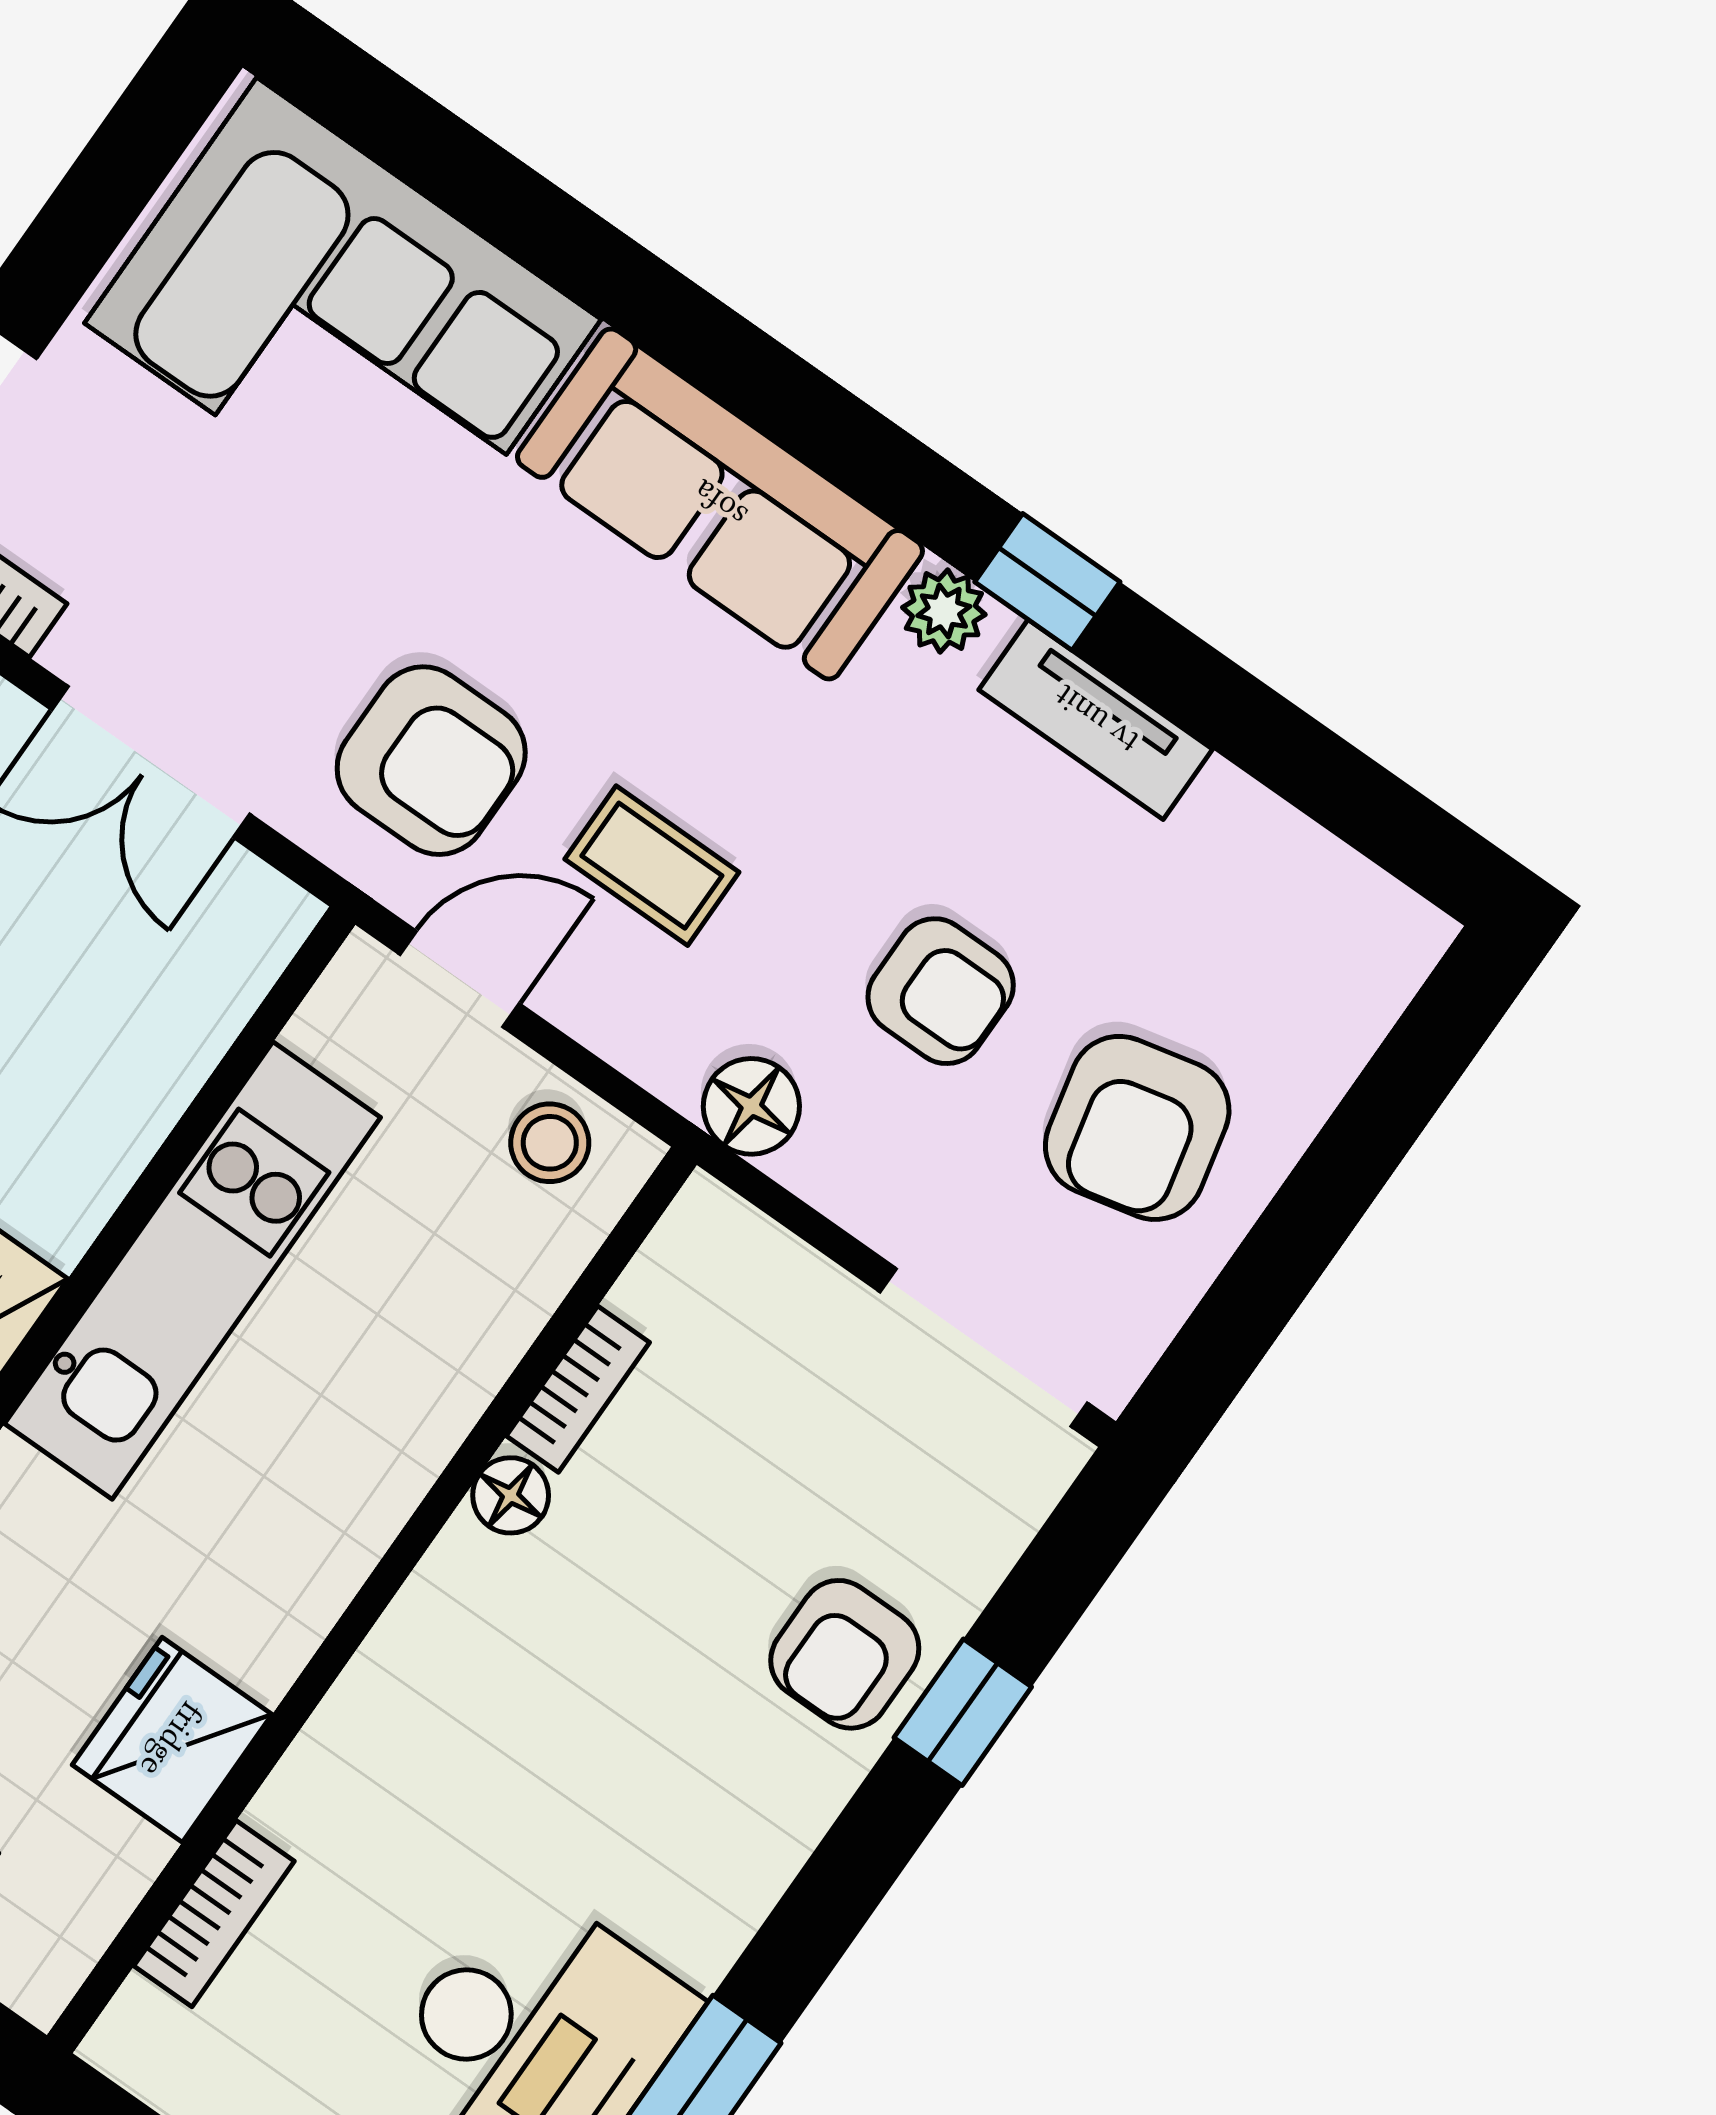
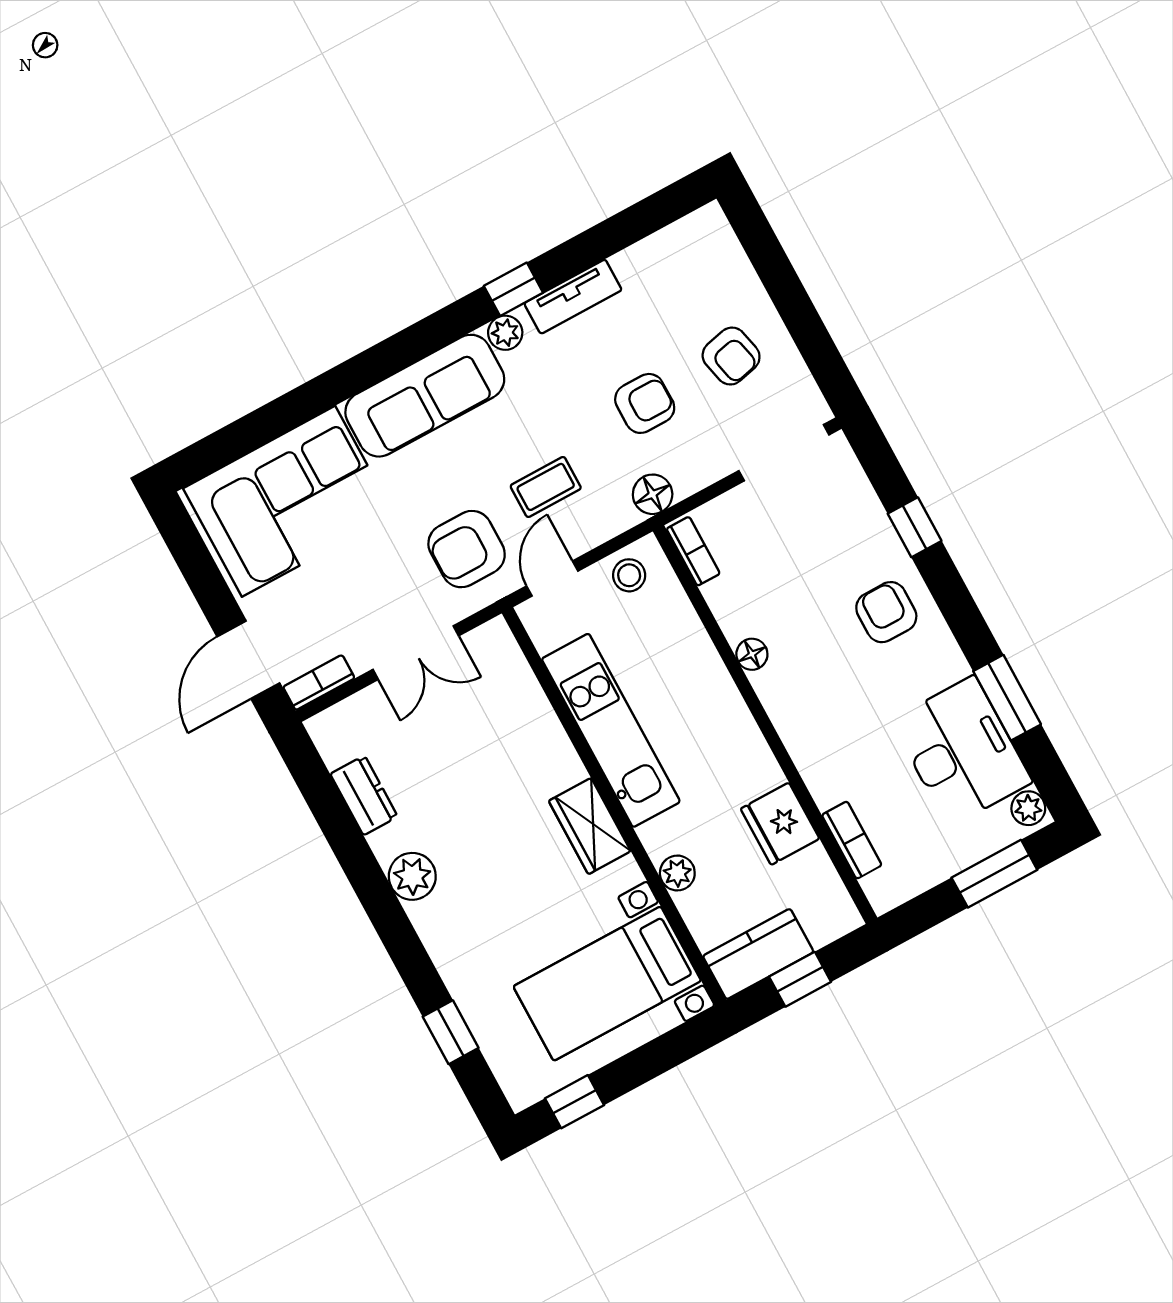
armchair: (431, 761) -> (467, 549), turned 180
armchair: (1137, 1128) -> (731, 356), width x0.72, depth x0.72
bookcase: (578, 1389) -> (693, 551), moved
armchair: (845, 1654) -> (886, 612), moved, turned 180

